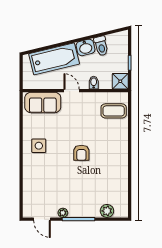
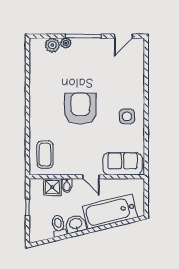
shower: (120, 81) -> (52, 187), moved
coffee table: (114, 111) -> (45, 155), turned 90
armchair: (81, 153) -> (80, 109), width x1.88, depth x1.88
plant: (63, 213) -> (66, 43), moved
door: (42, 219) -> (123, 36), swing flipped

